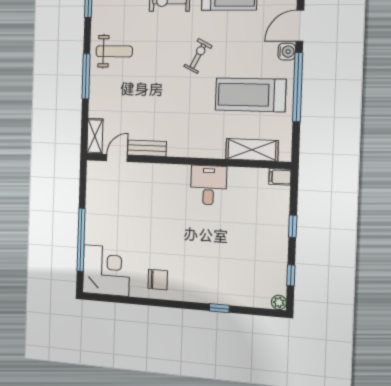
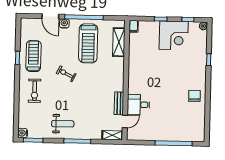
weight bench: (114, 51) -> (63, 124), turned 90
door: (117, 158) -> (125, 121), swing flipped
desk: (208, 185) -> (138, 105), moved
corner desk: (106, 270) -> (174, 35), moved, turned 180

